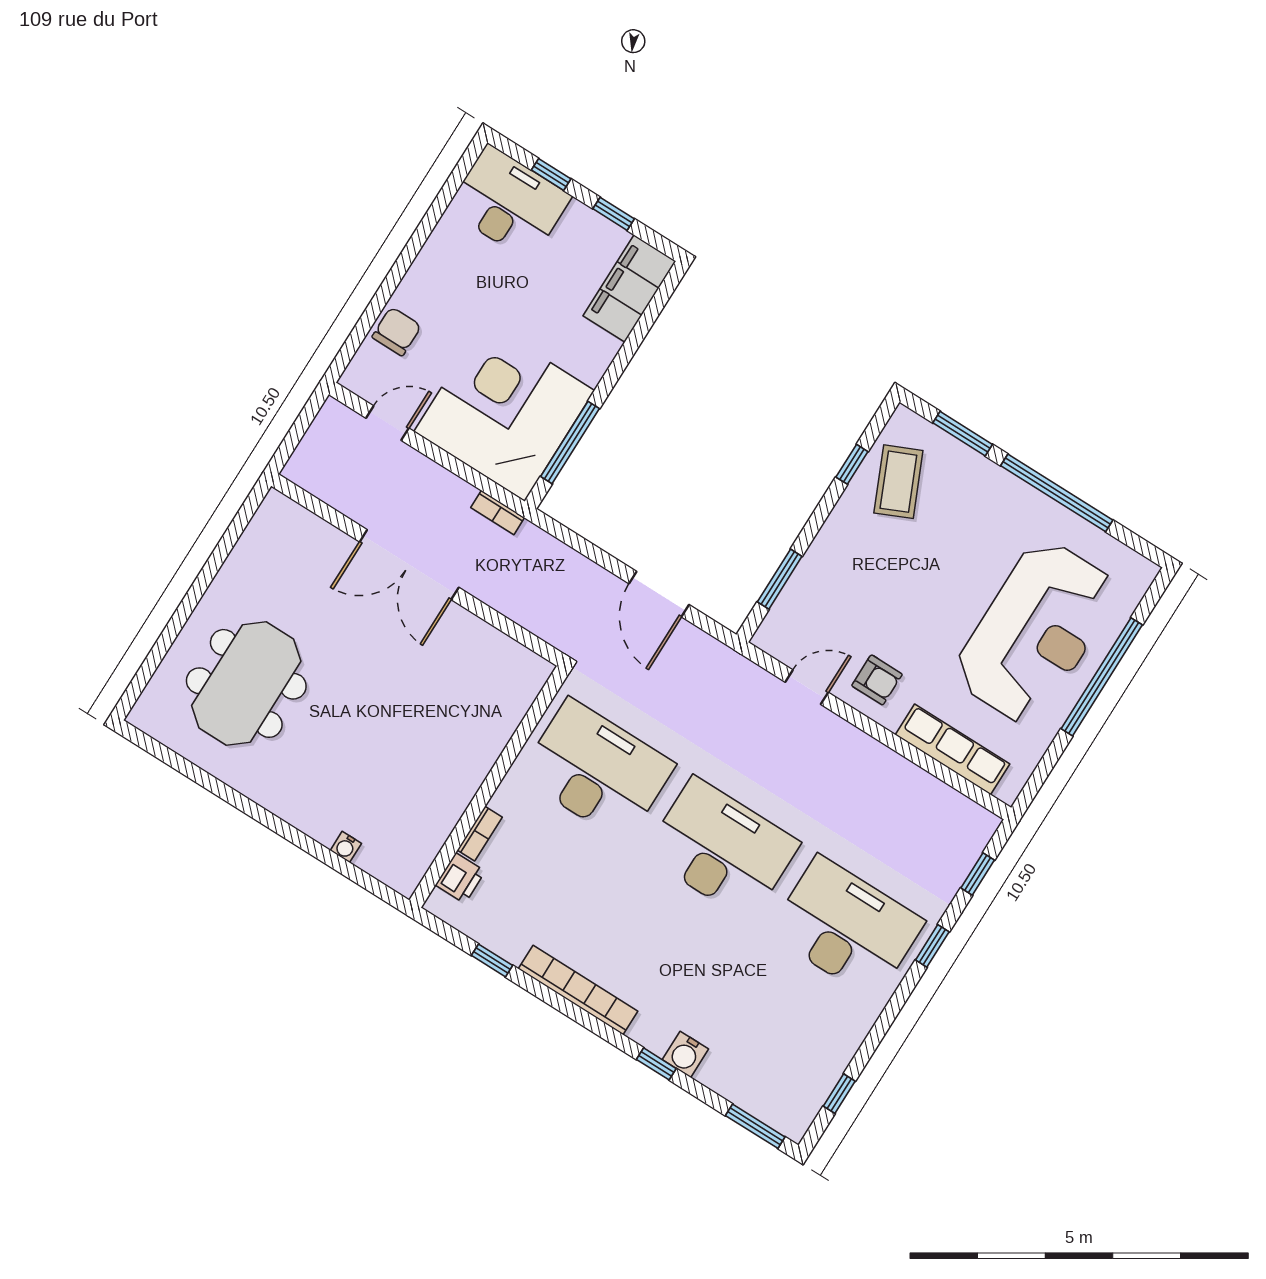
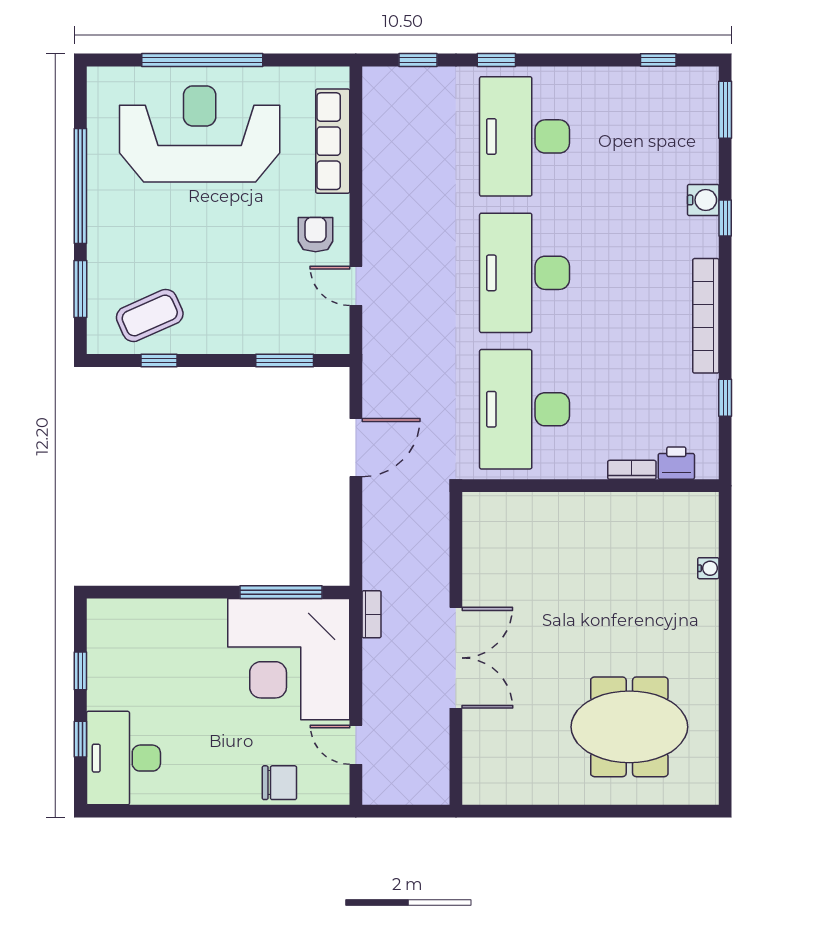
filing cabinet: (630, 289) -> (131, 621), removed
chair: (397, 331) -> (279, 783), turned 180

